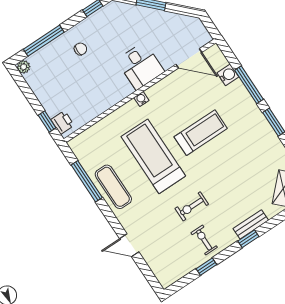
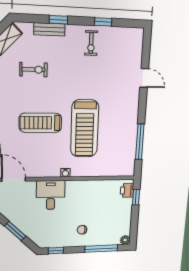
exercise mat: (113, 187) -> (126, 126), removed
exercise bike: (192, 206) -> (33, 70), moved

